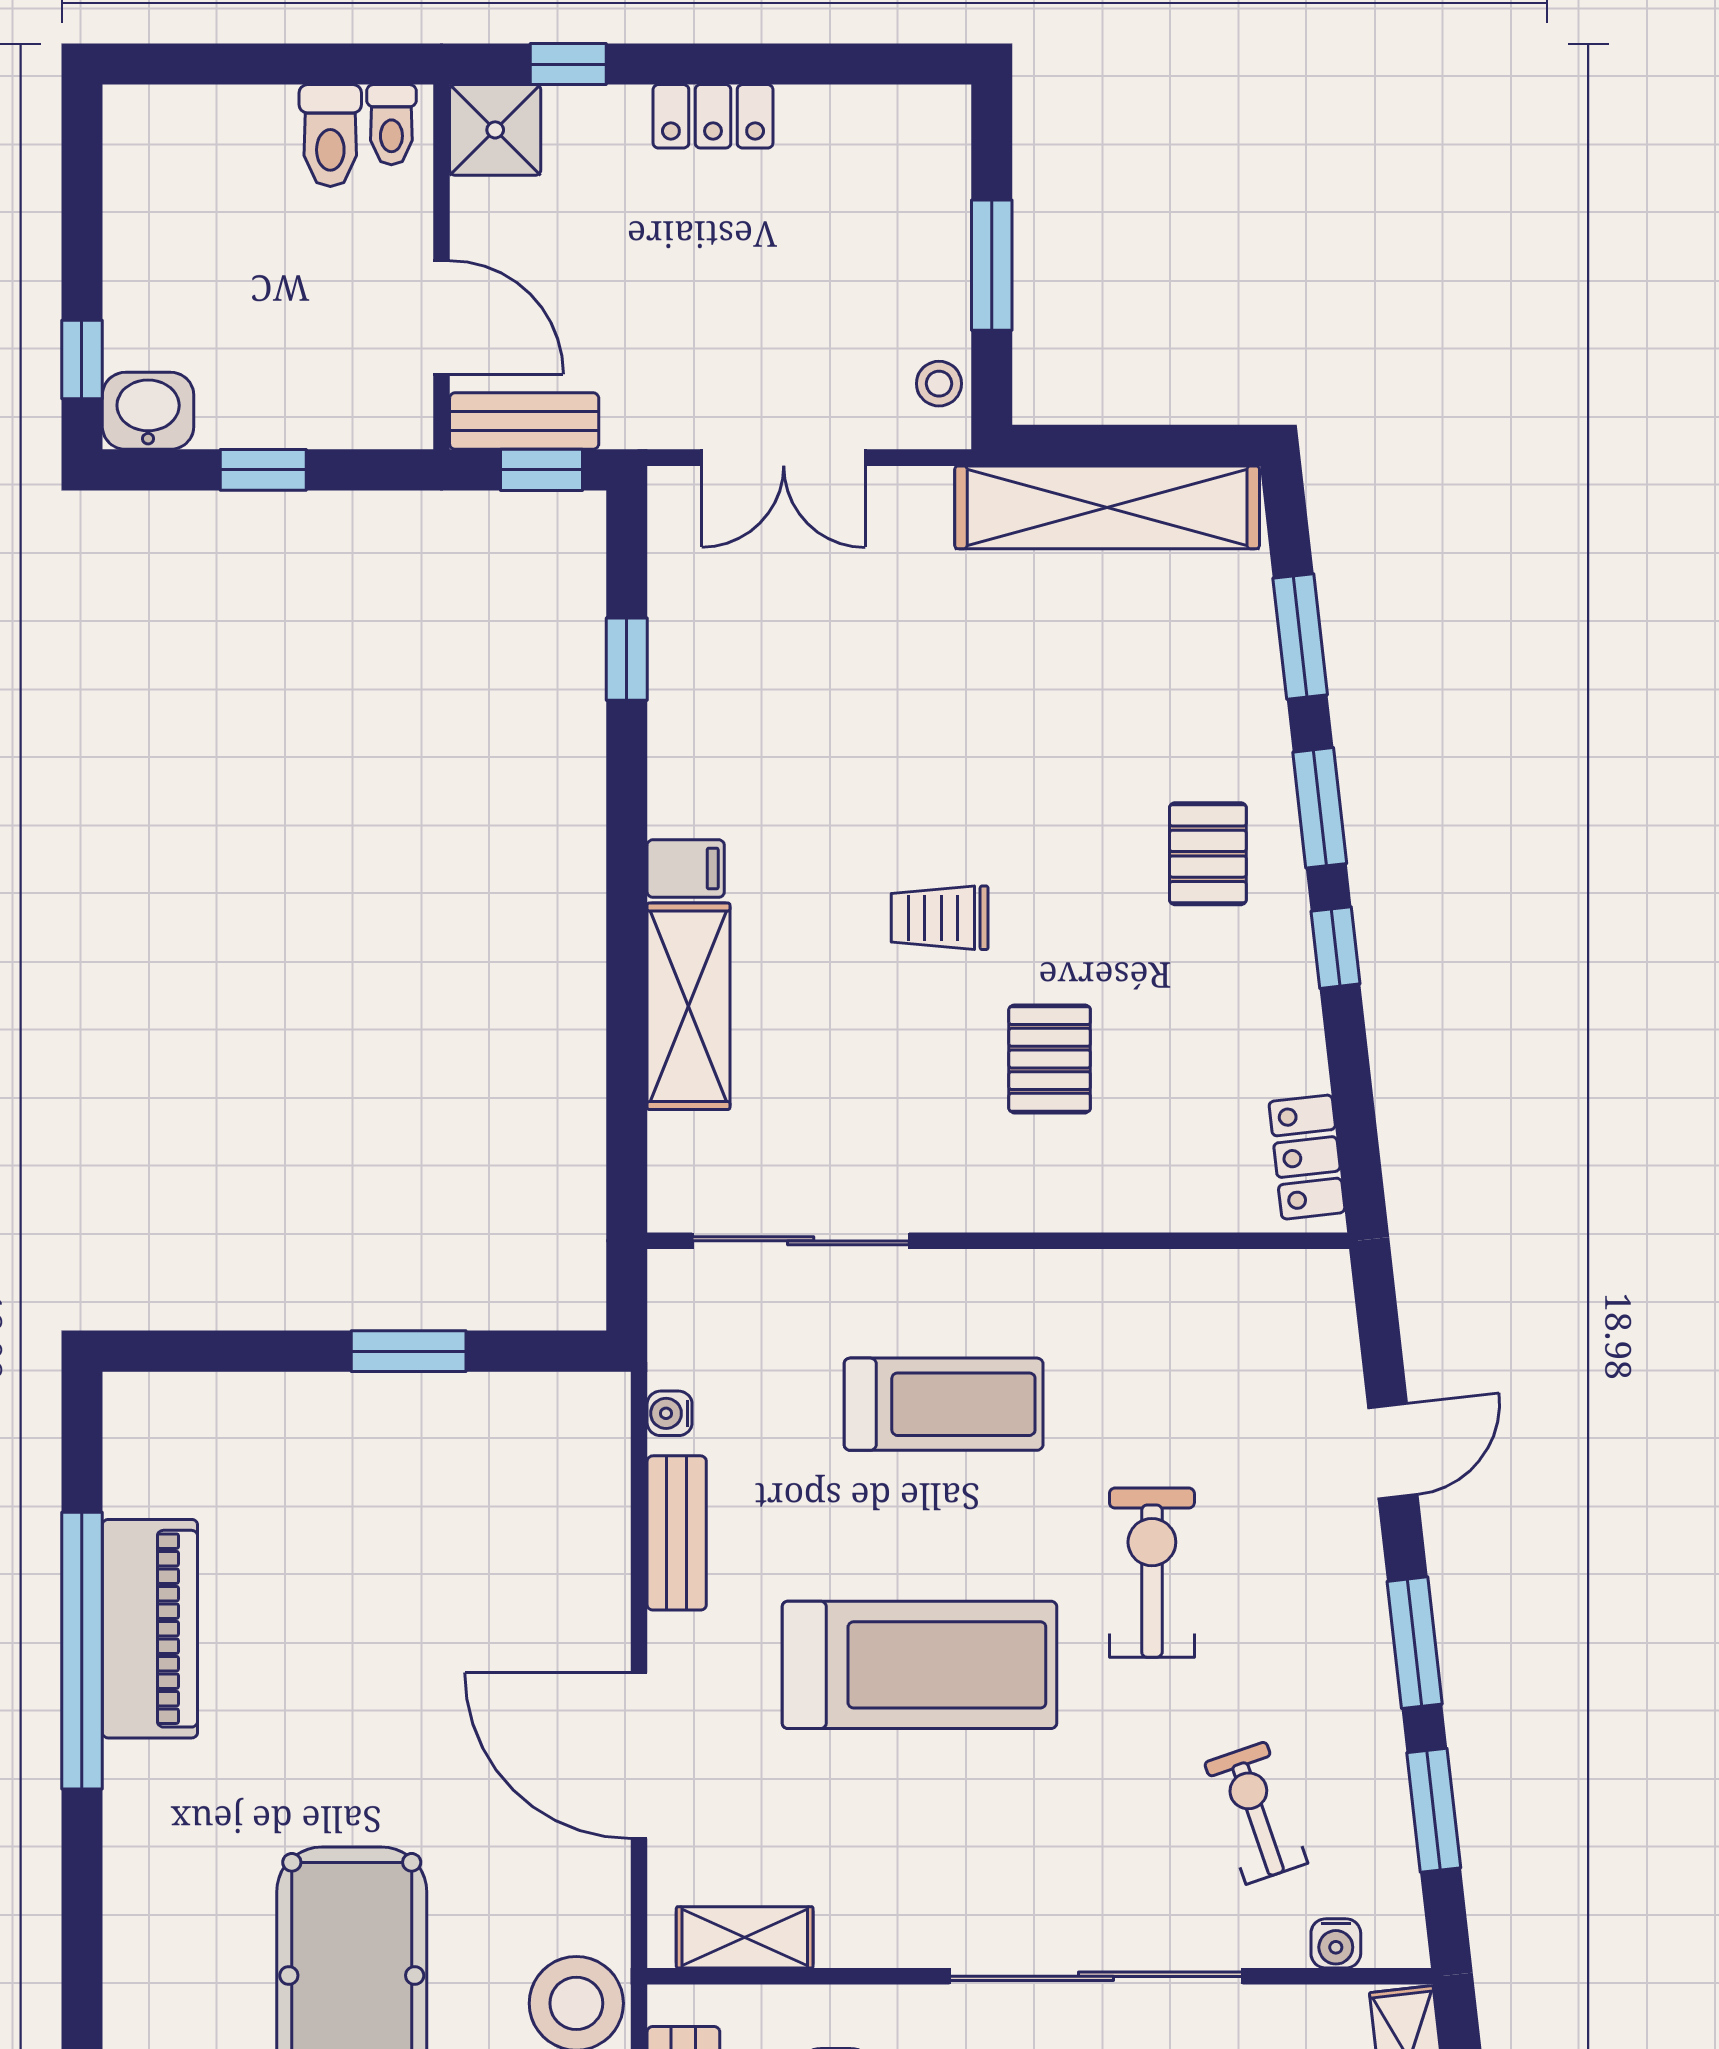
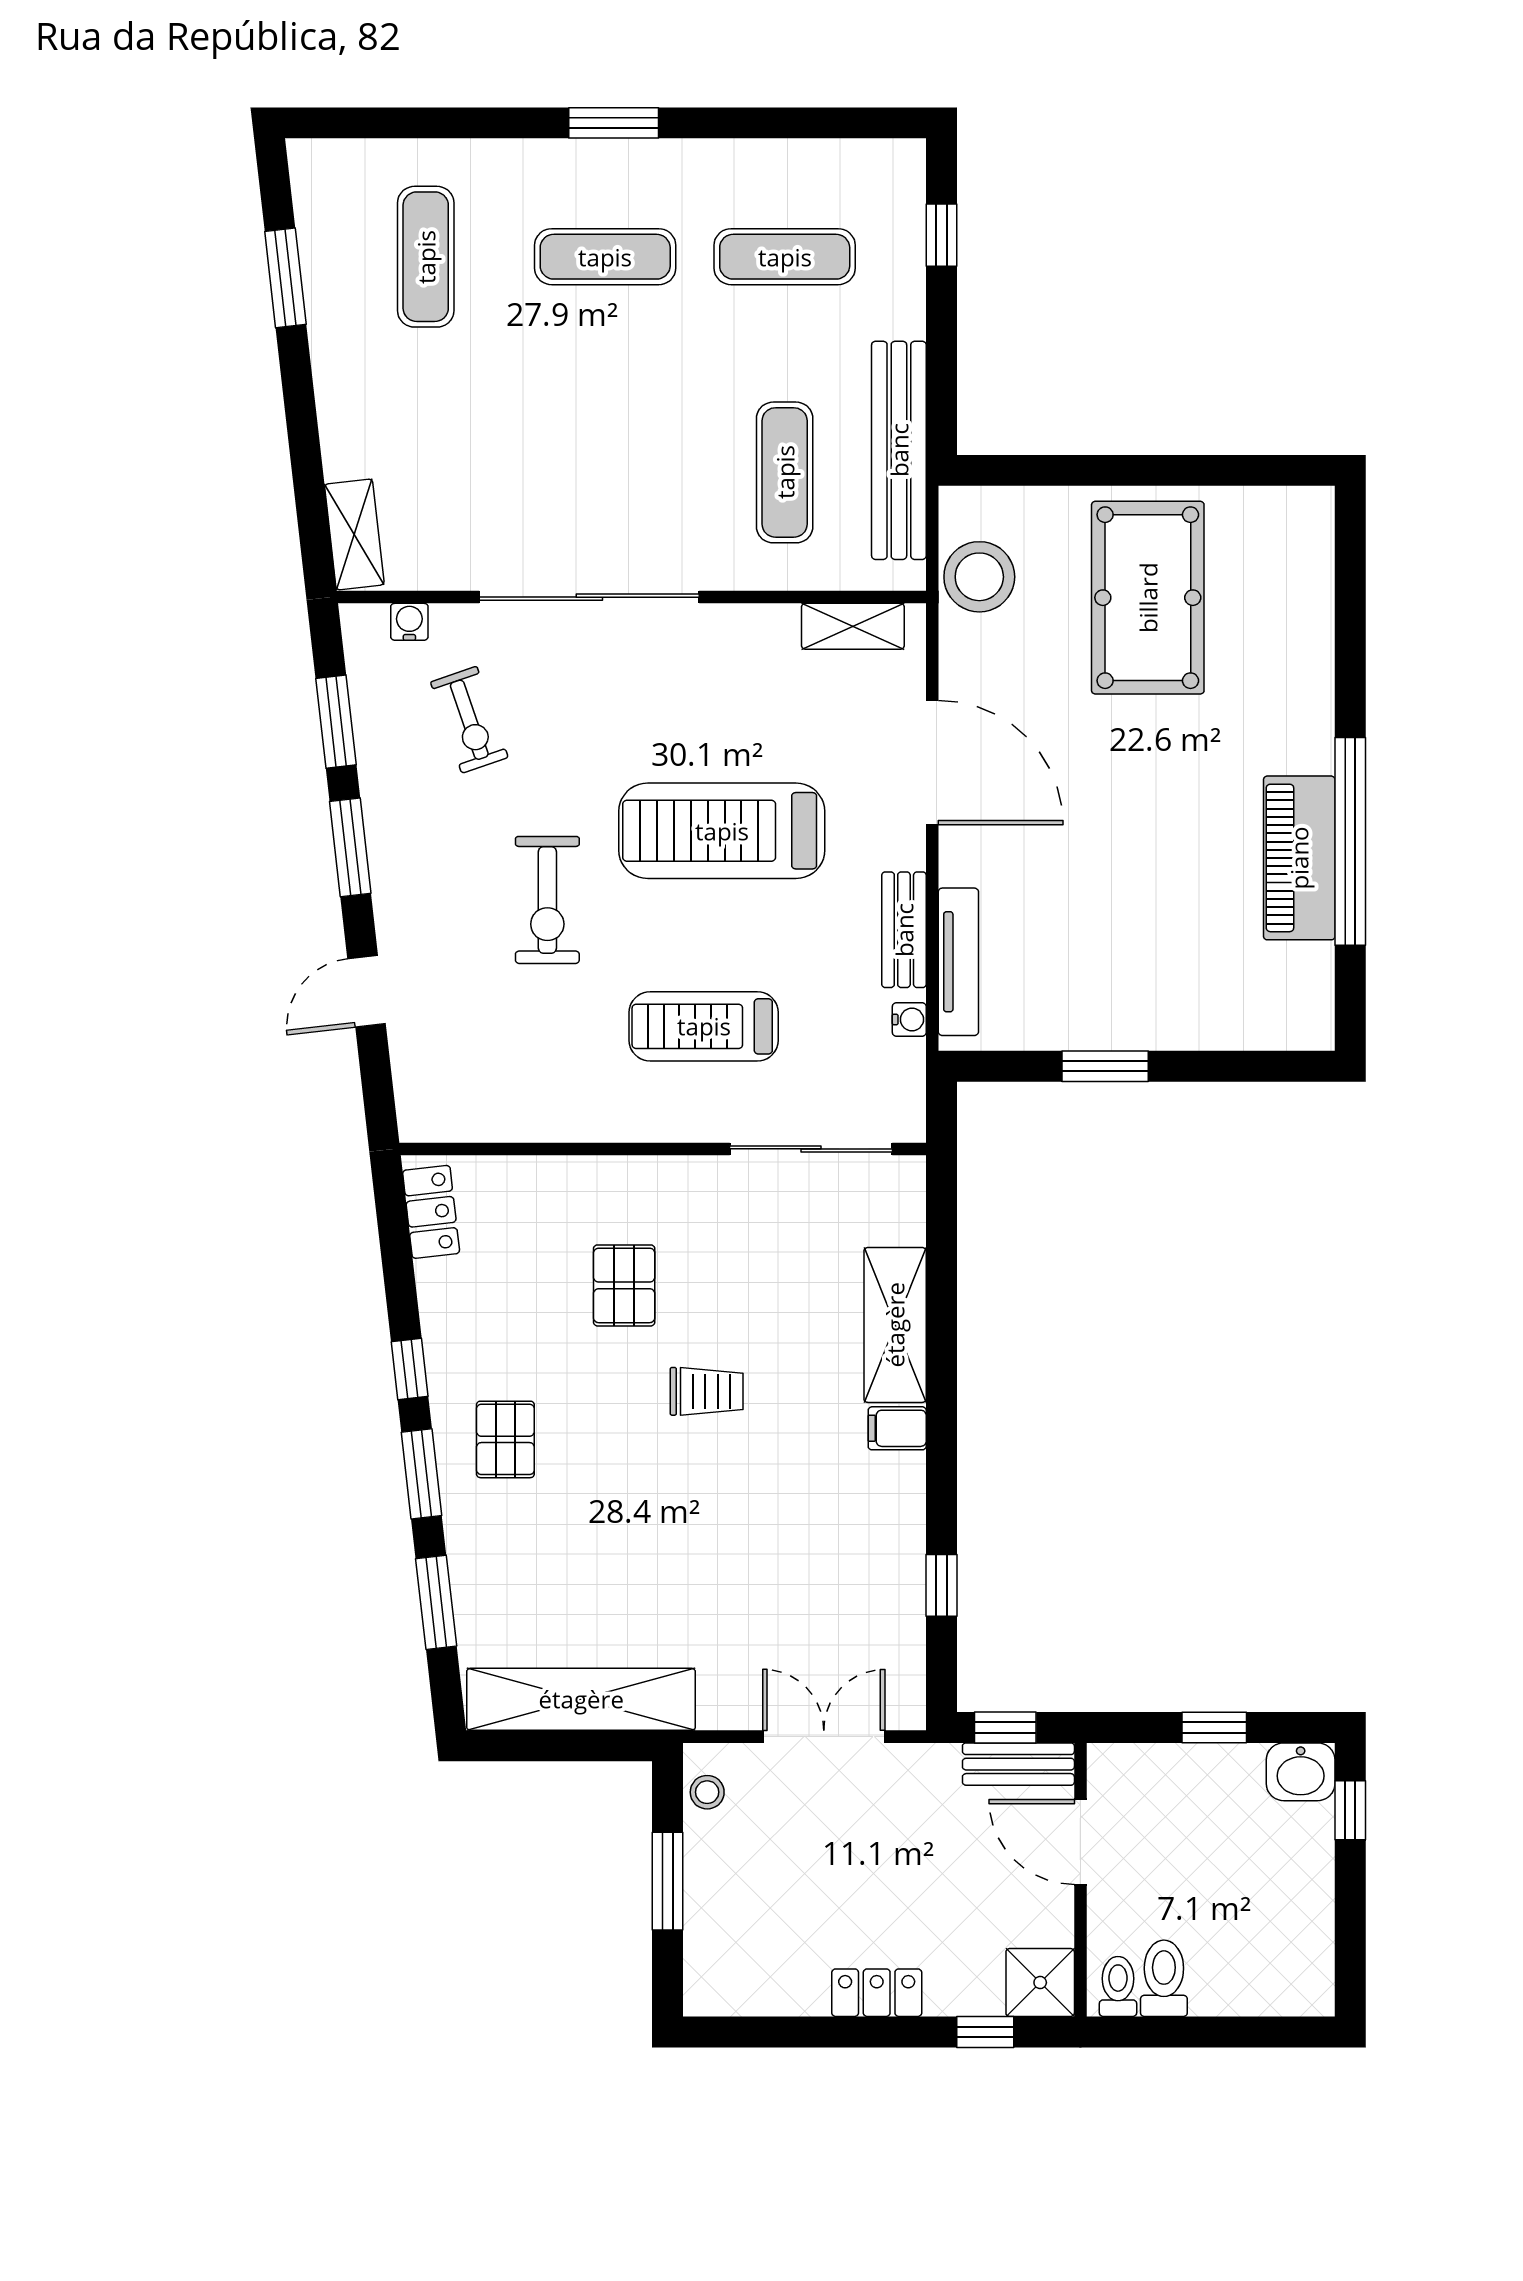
tv unit: (604, 1490) -> (958, 962), added

